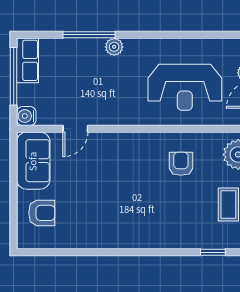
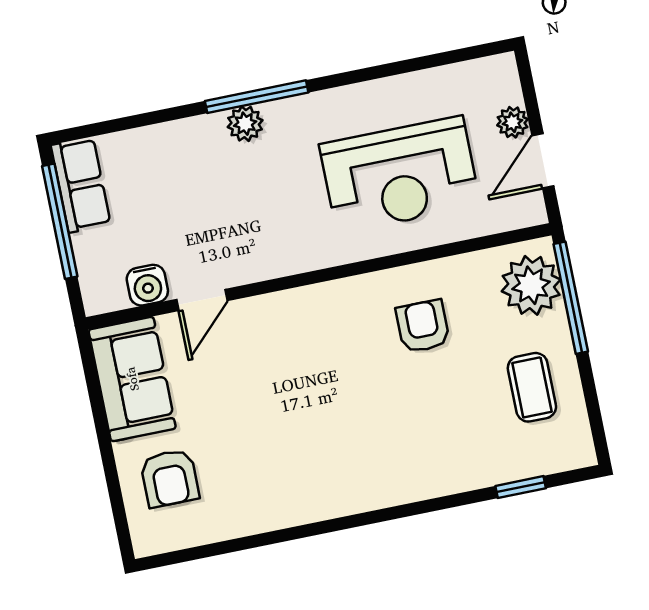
window: (89, 35) -> (257, 97), moved
water cooler: (26, 116) -> (147, 285), moved, turned -90
armchair: (42, 213) -> (170, 478), turned 90

